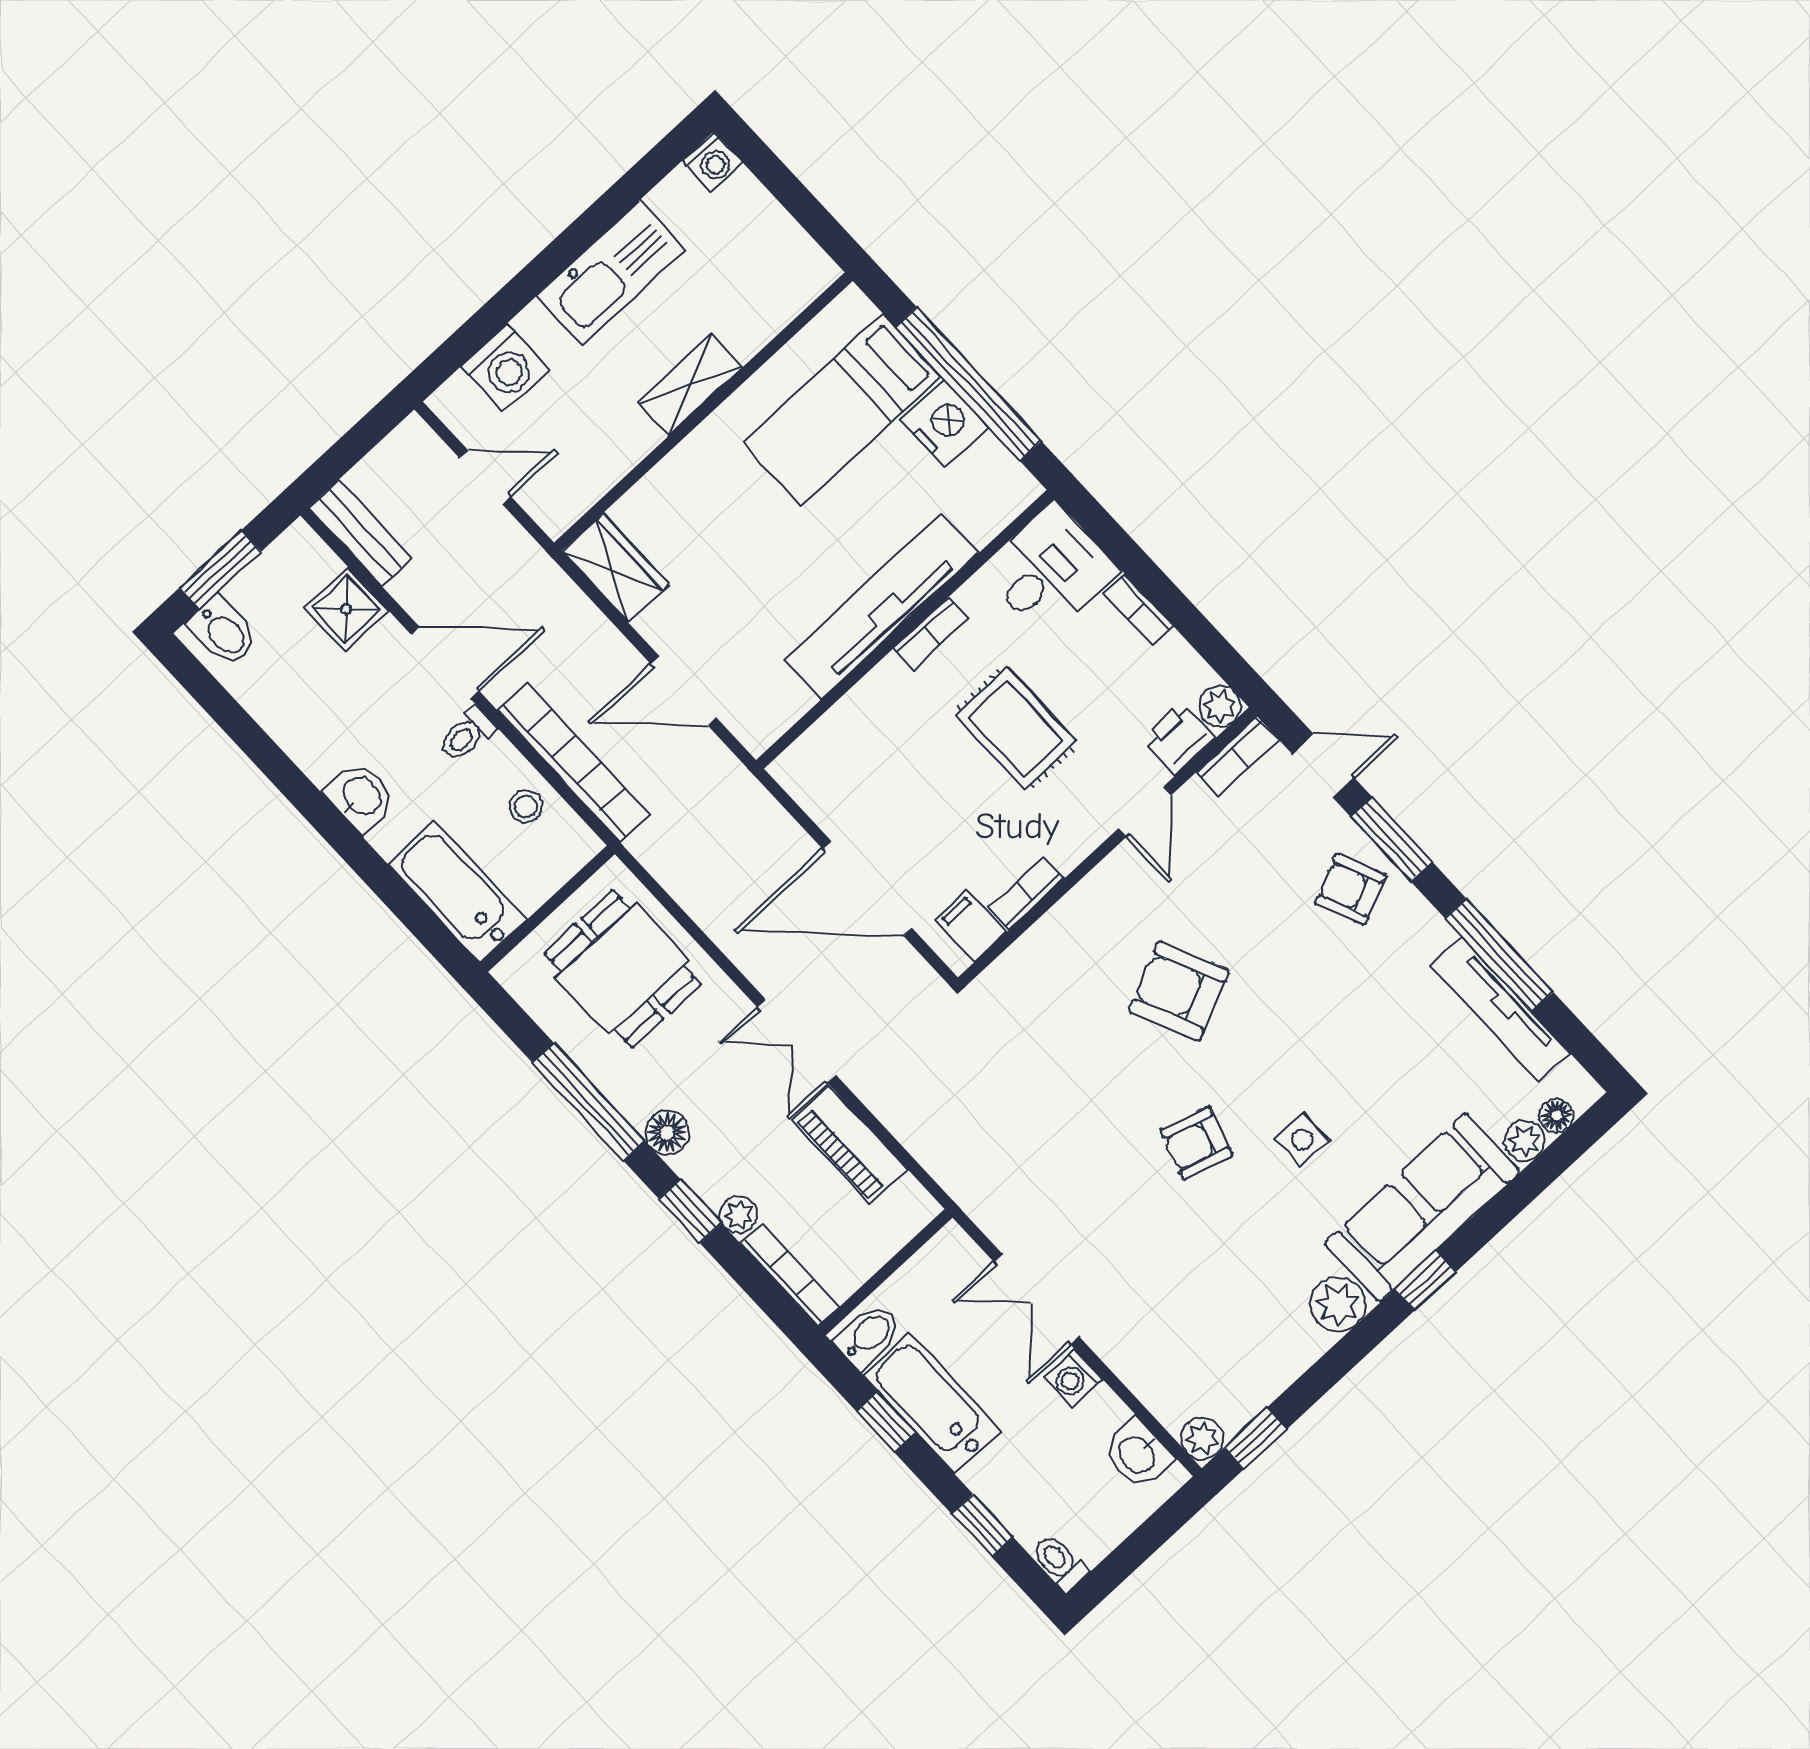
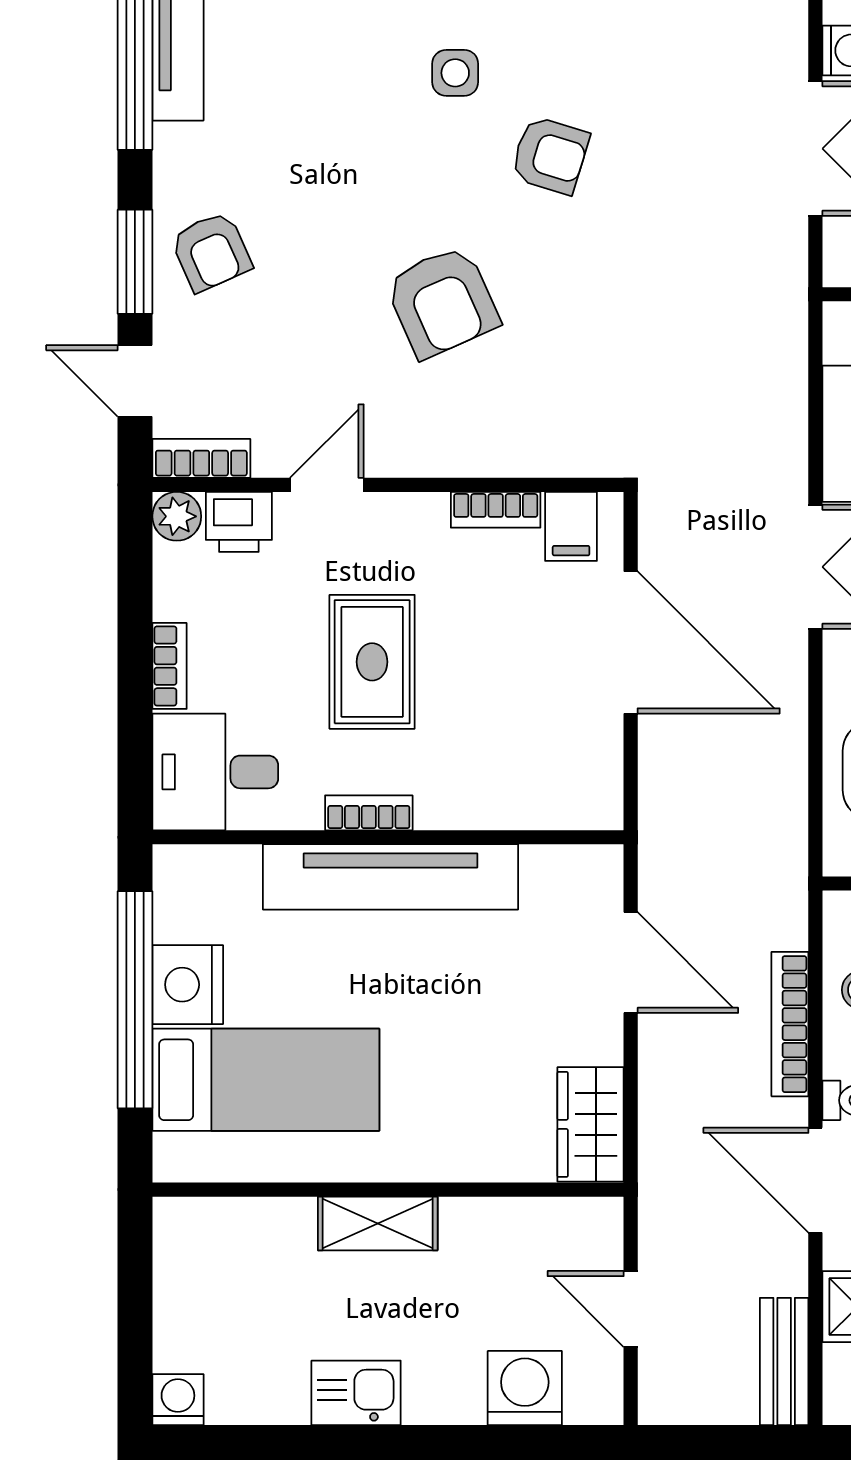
kitchen sink: (611, 273) -> (356, 1393), width x0.53, depth x0.81
bookcase: (574, 763) -> (790, 1024), width x0.68, depth x0.76

